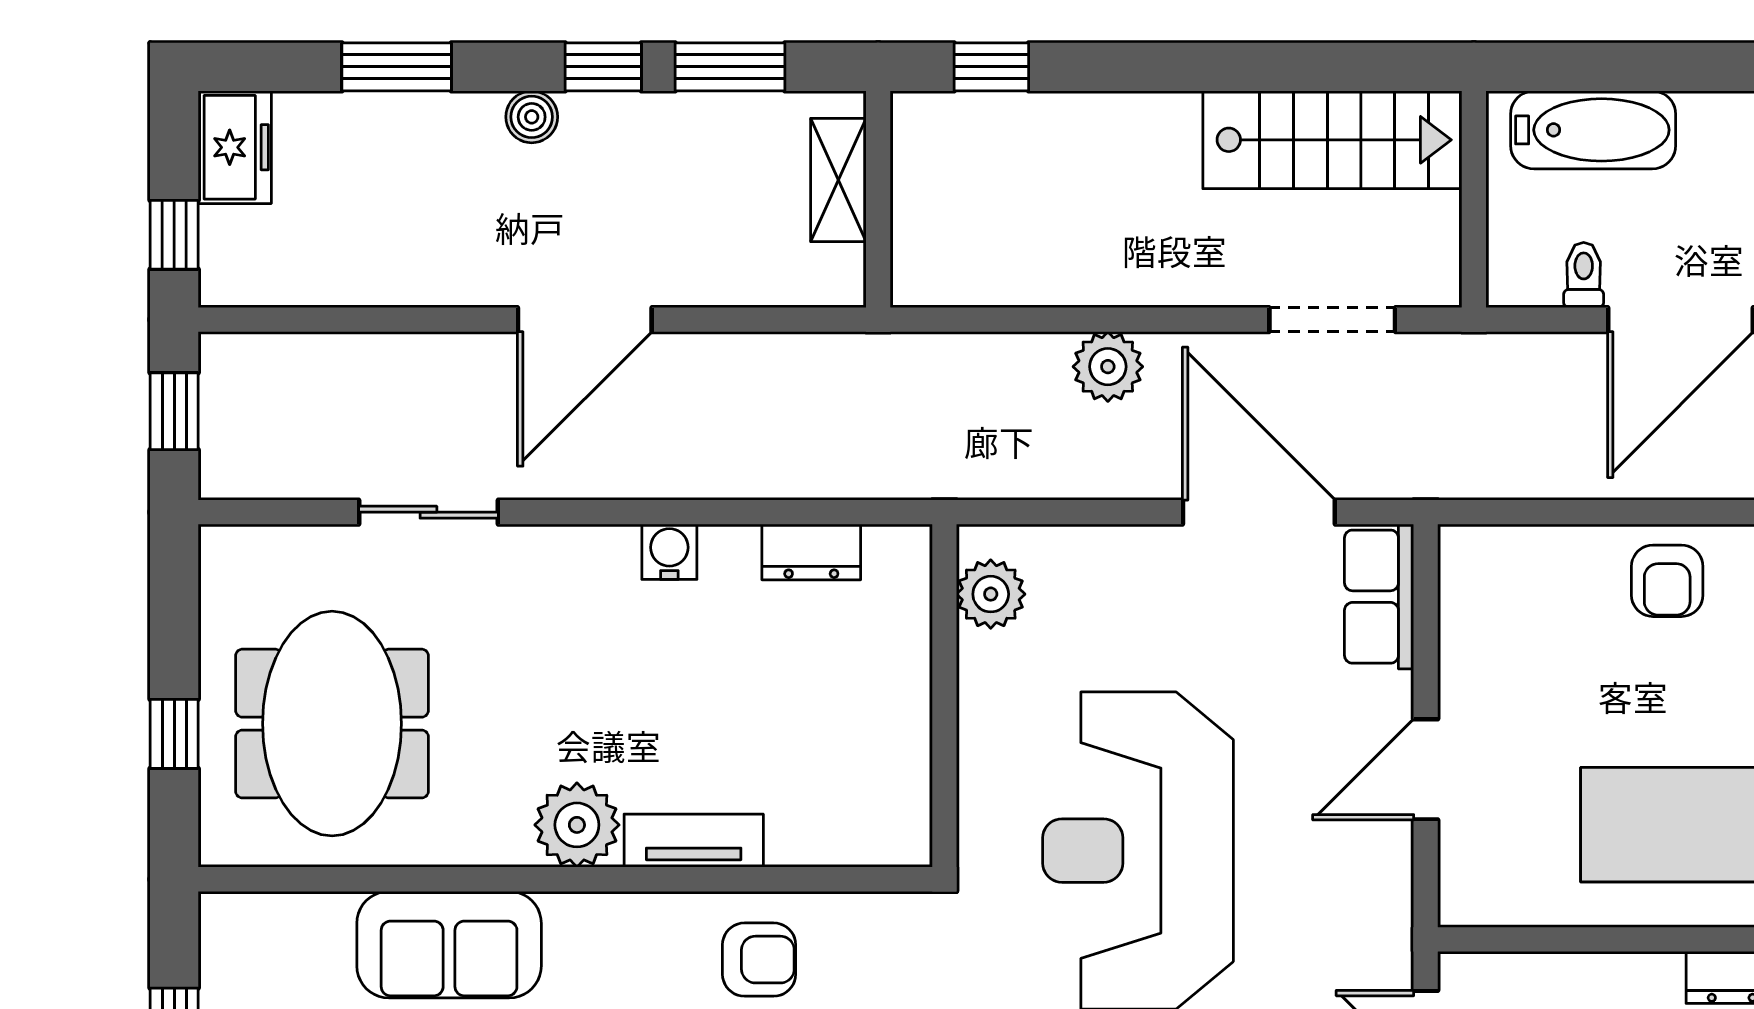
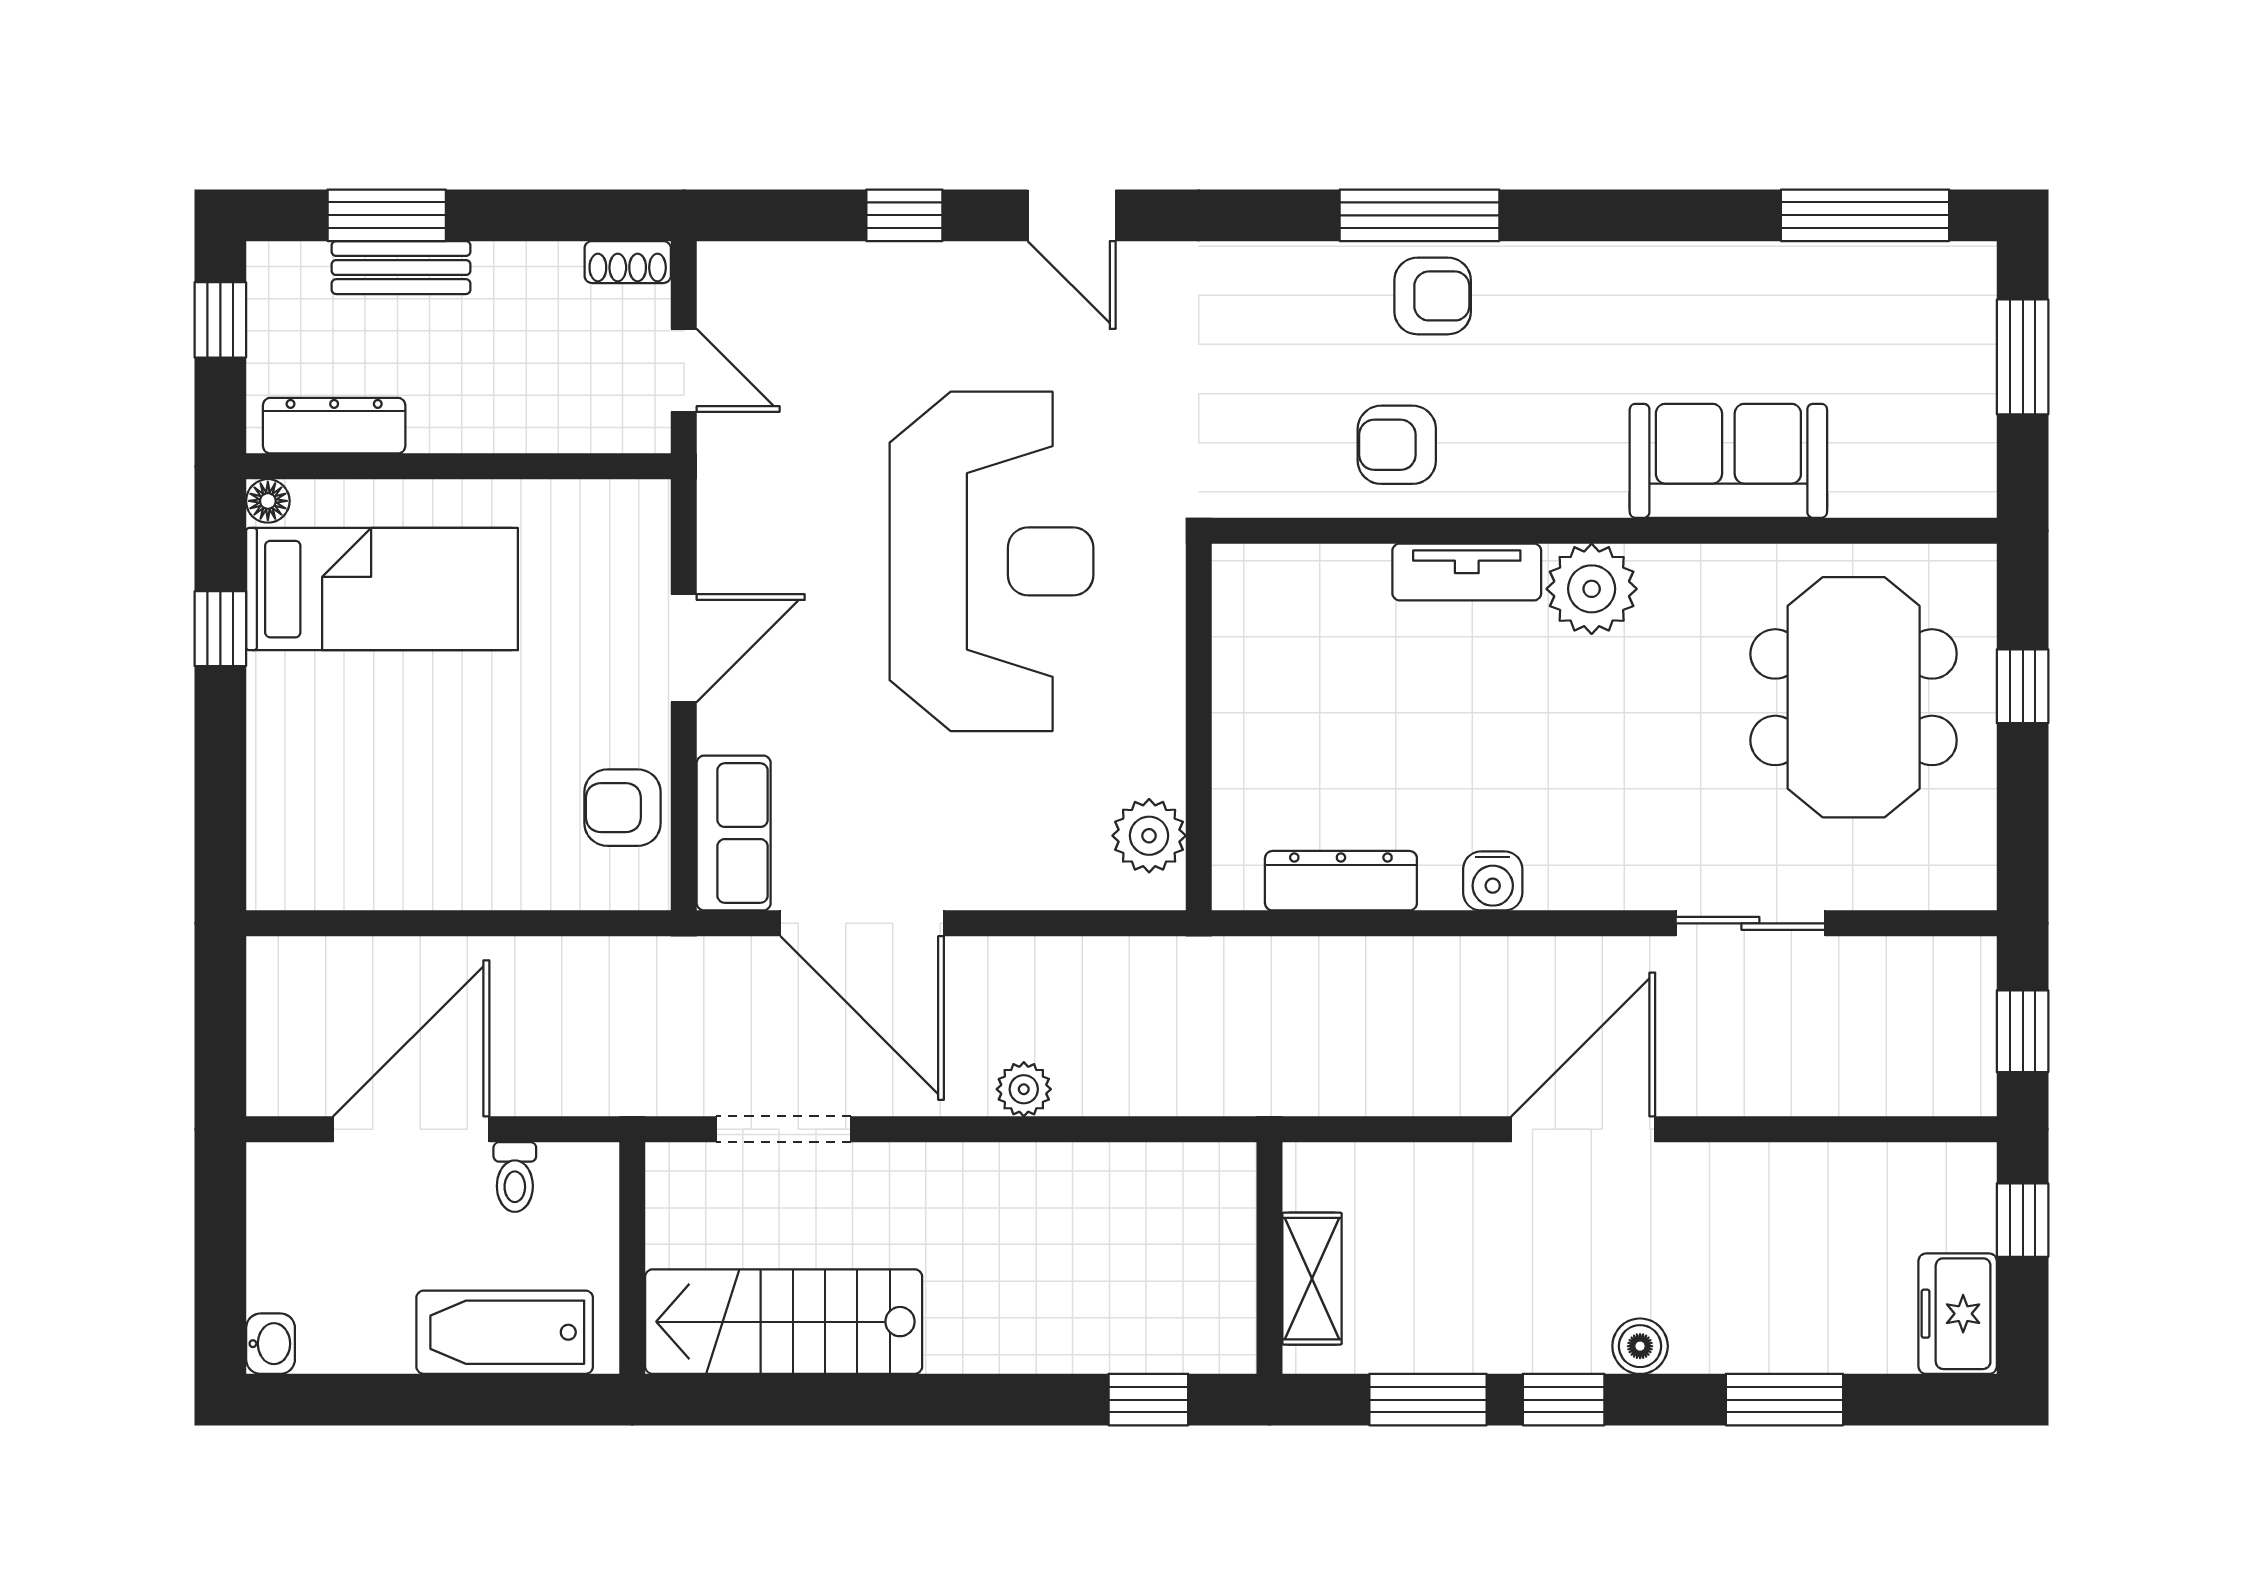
plant: (1108, 367) -> (1024, 1089), width x0.73, depth x0.73
dresser: (811, 552) -> (1341, 881), width x1.44
armchair: (1667, 581) -> (623, 808), moved, turned -90

